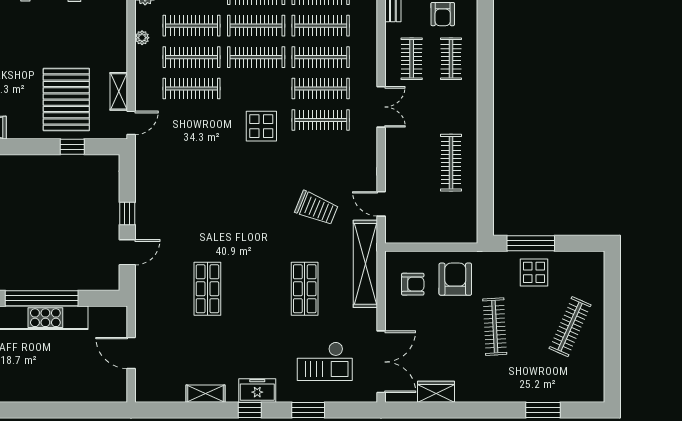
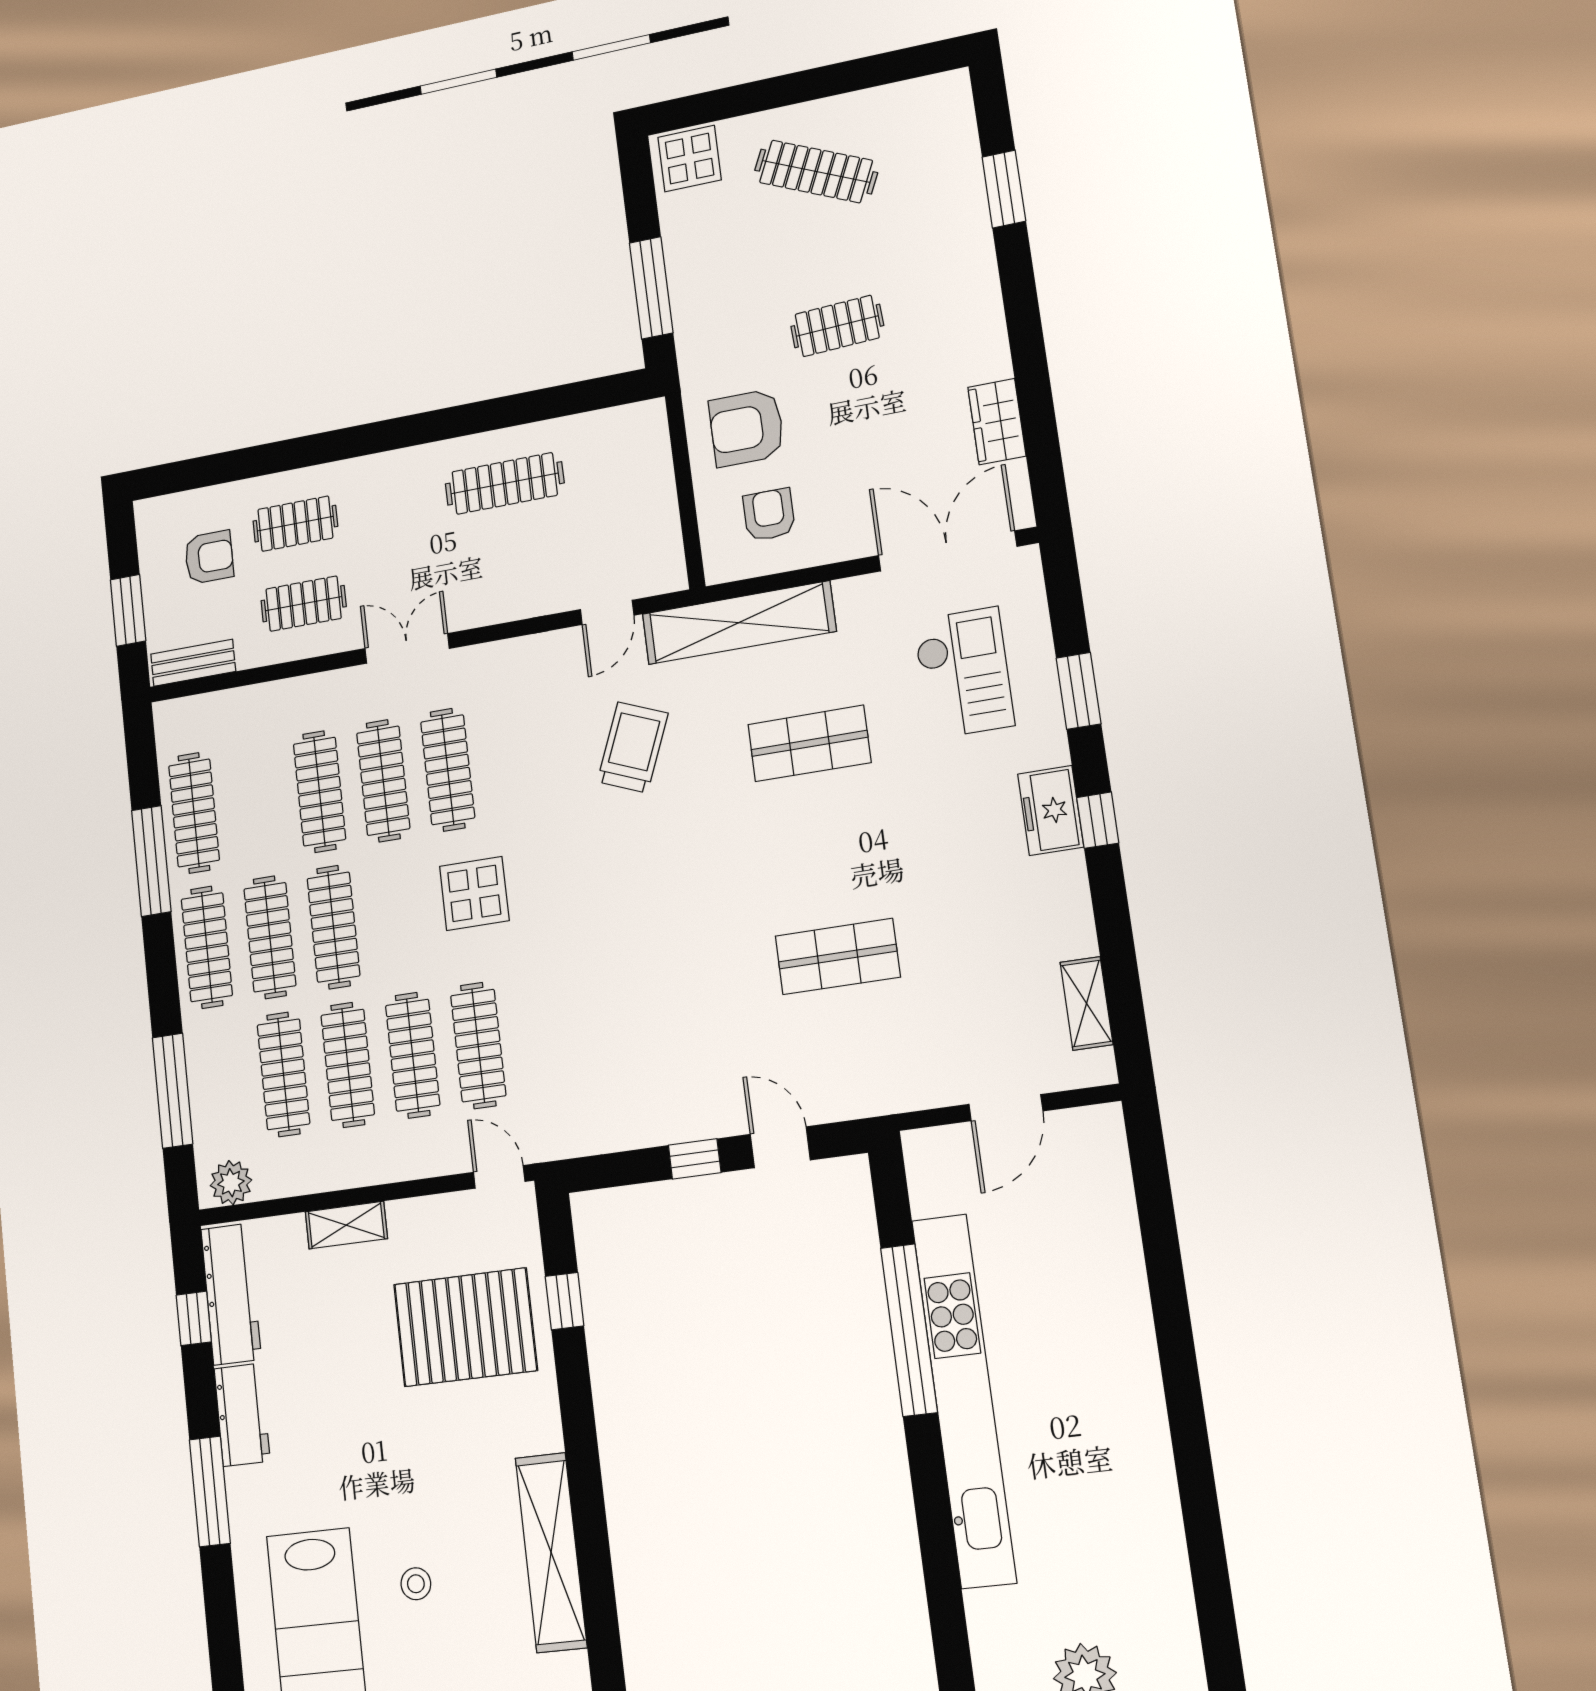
clothes rail: (321, 26) -> (478, 1046), moved
plant: (142, 38) -> (319, 1177), removed
shelving: (119, 91) -> (346, 1225), moved
display table: (534, 272) -> (690, 159), moved
clothes rail: (495, 327) -> (837, 326), width x0.73
shelving: (206, 394) -> (1086, 1003), moved

